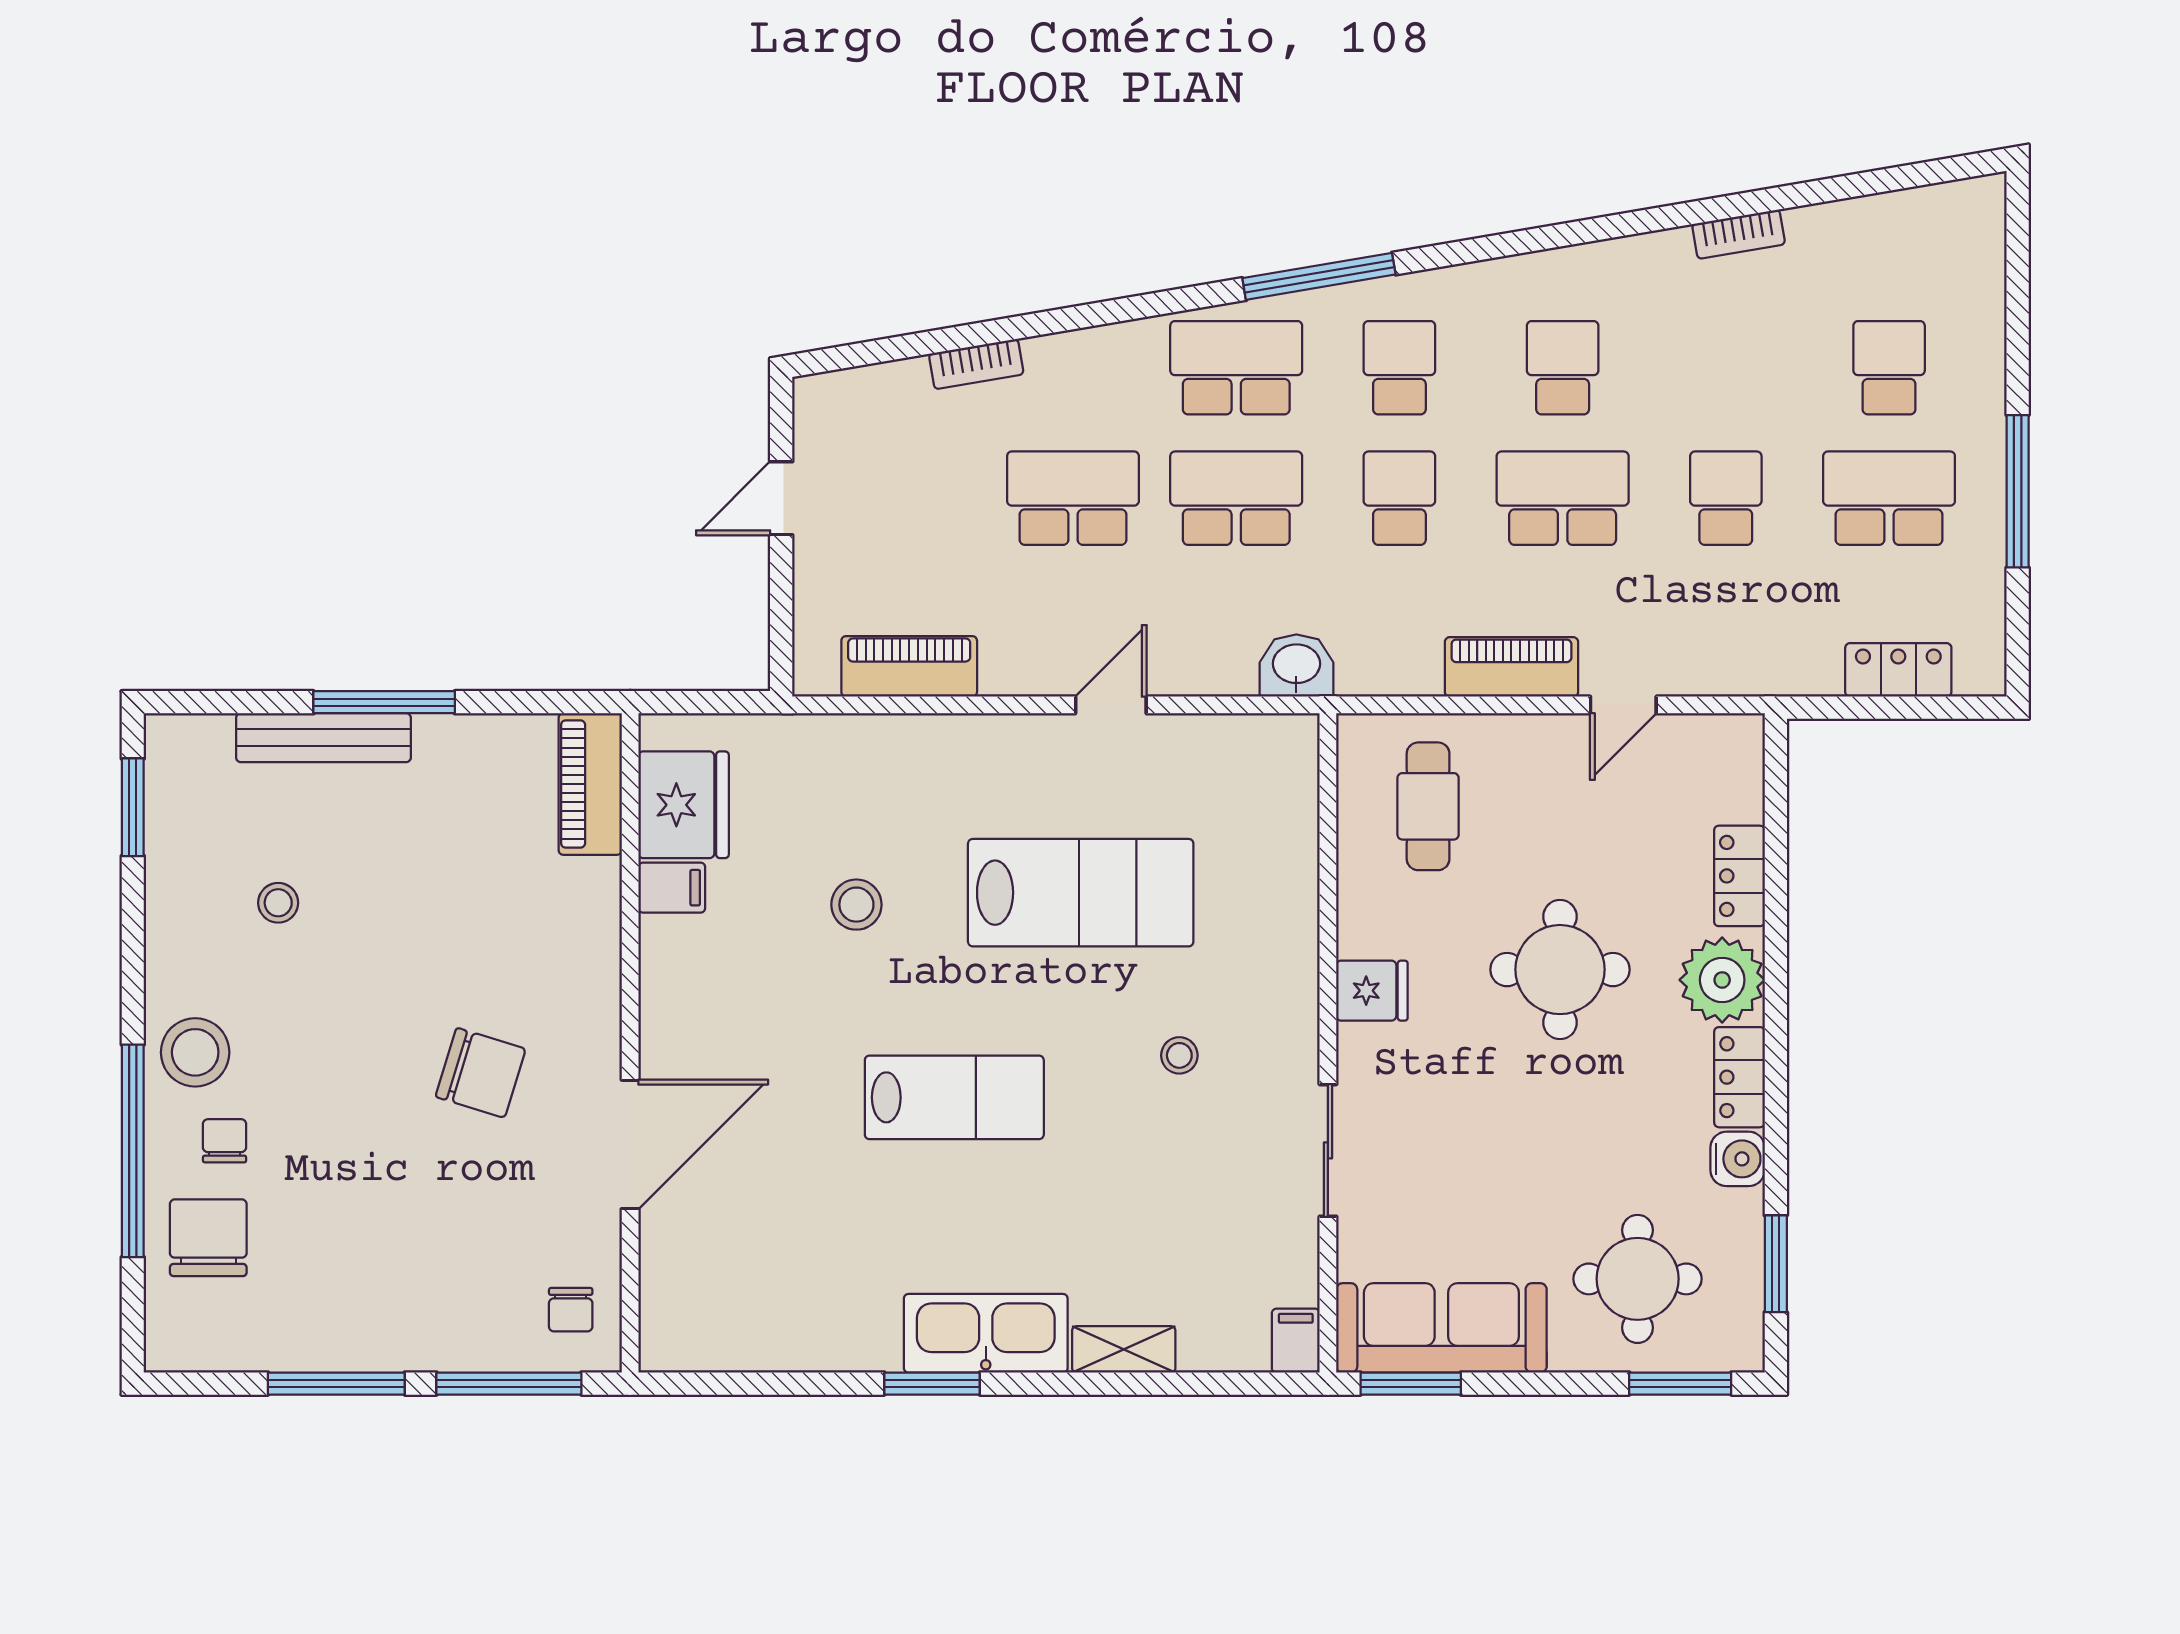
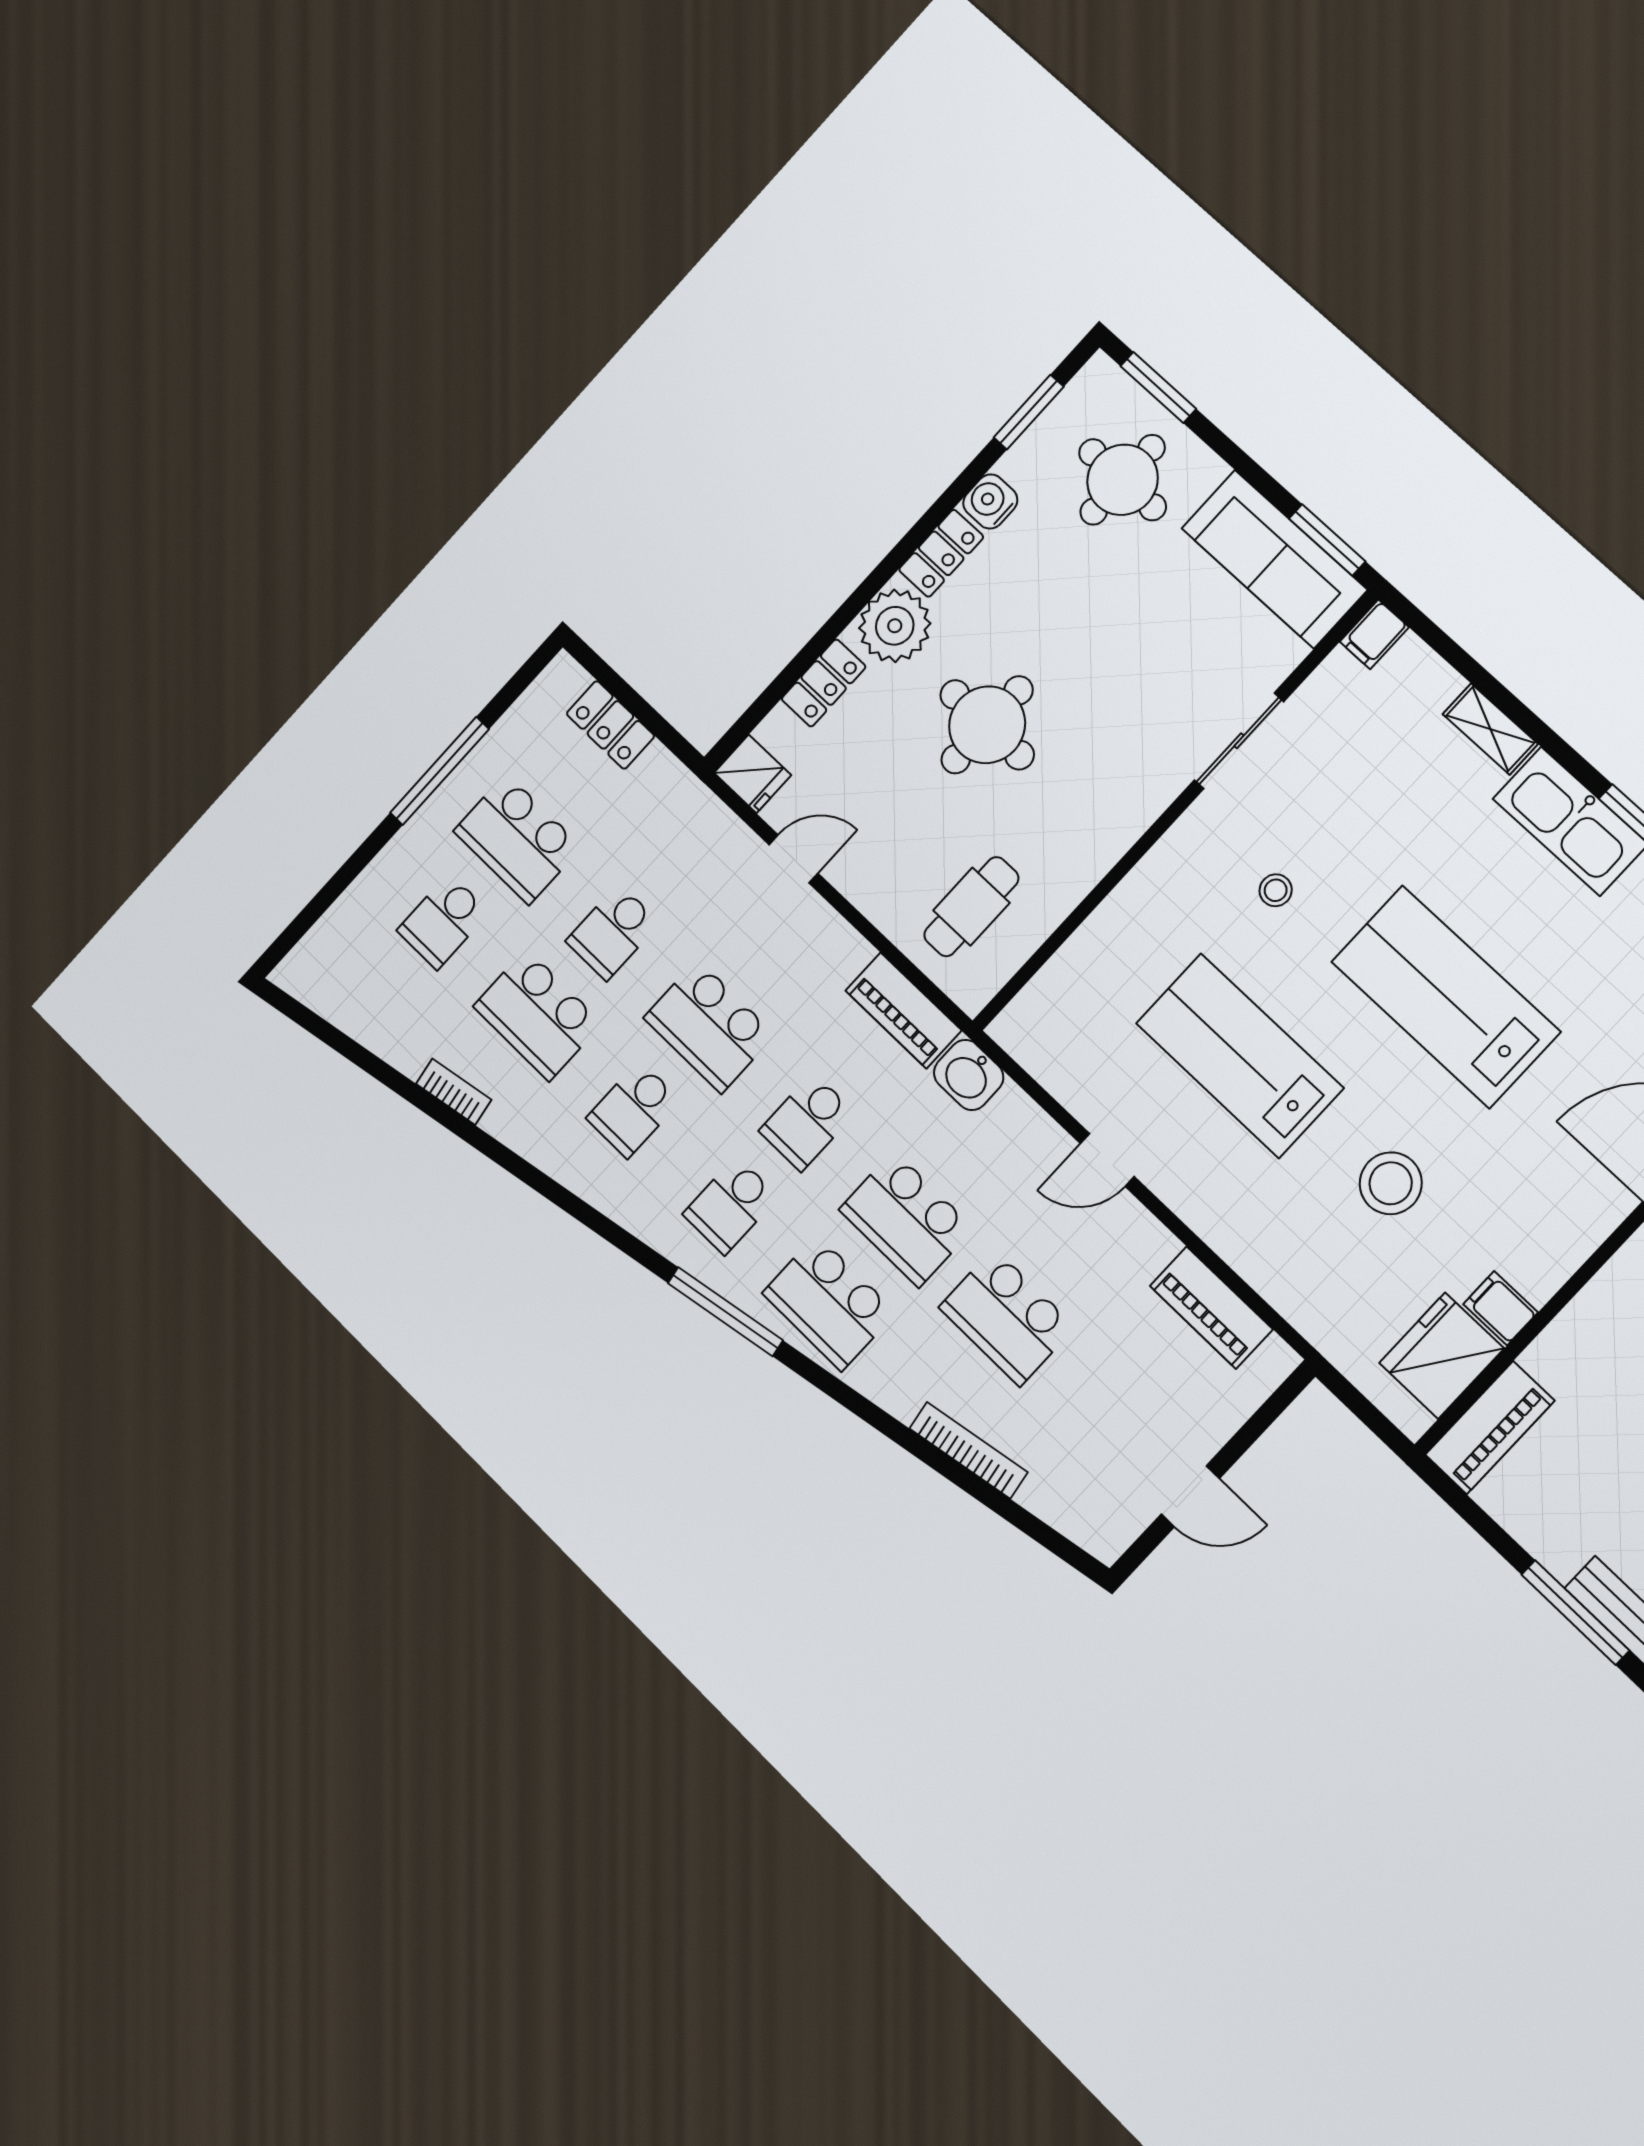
bookcase: (976, 364) -> (968, 1450), width x1.56
school desk: (1726, 368) -> (538, 1015), added
piano: (1511, 667) -> (903, 1011), moved
stool: (856, 905) -> (1391, 1183), width x1.38, depth x1.38
fridge: (1372, 991) -> (753, 774), moved, turned 180
lab bench: (954, 1097) -> (1446, 997), width x1.36, depth x1.39

